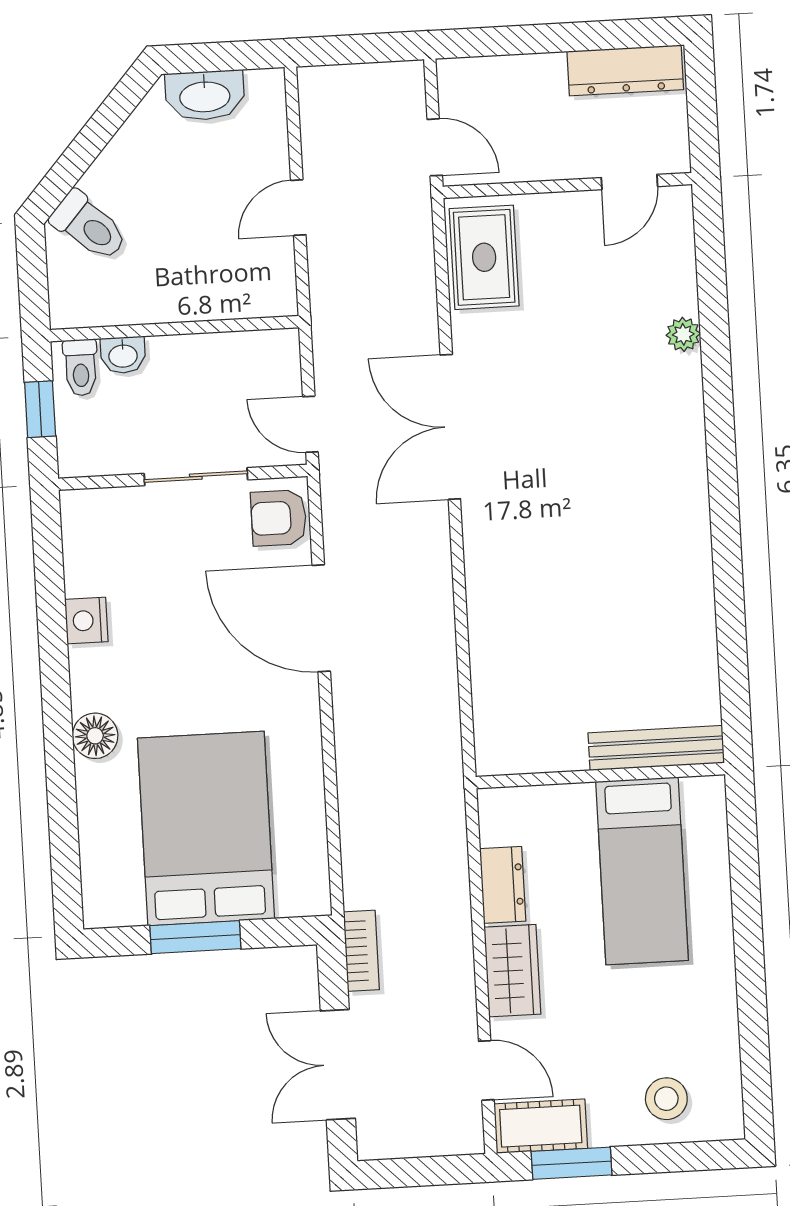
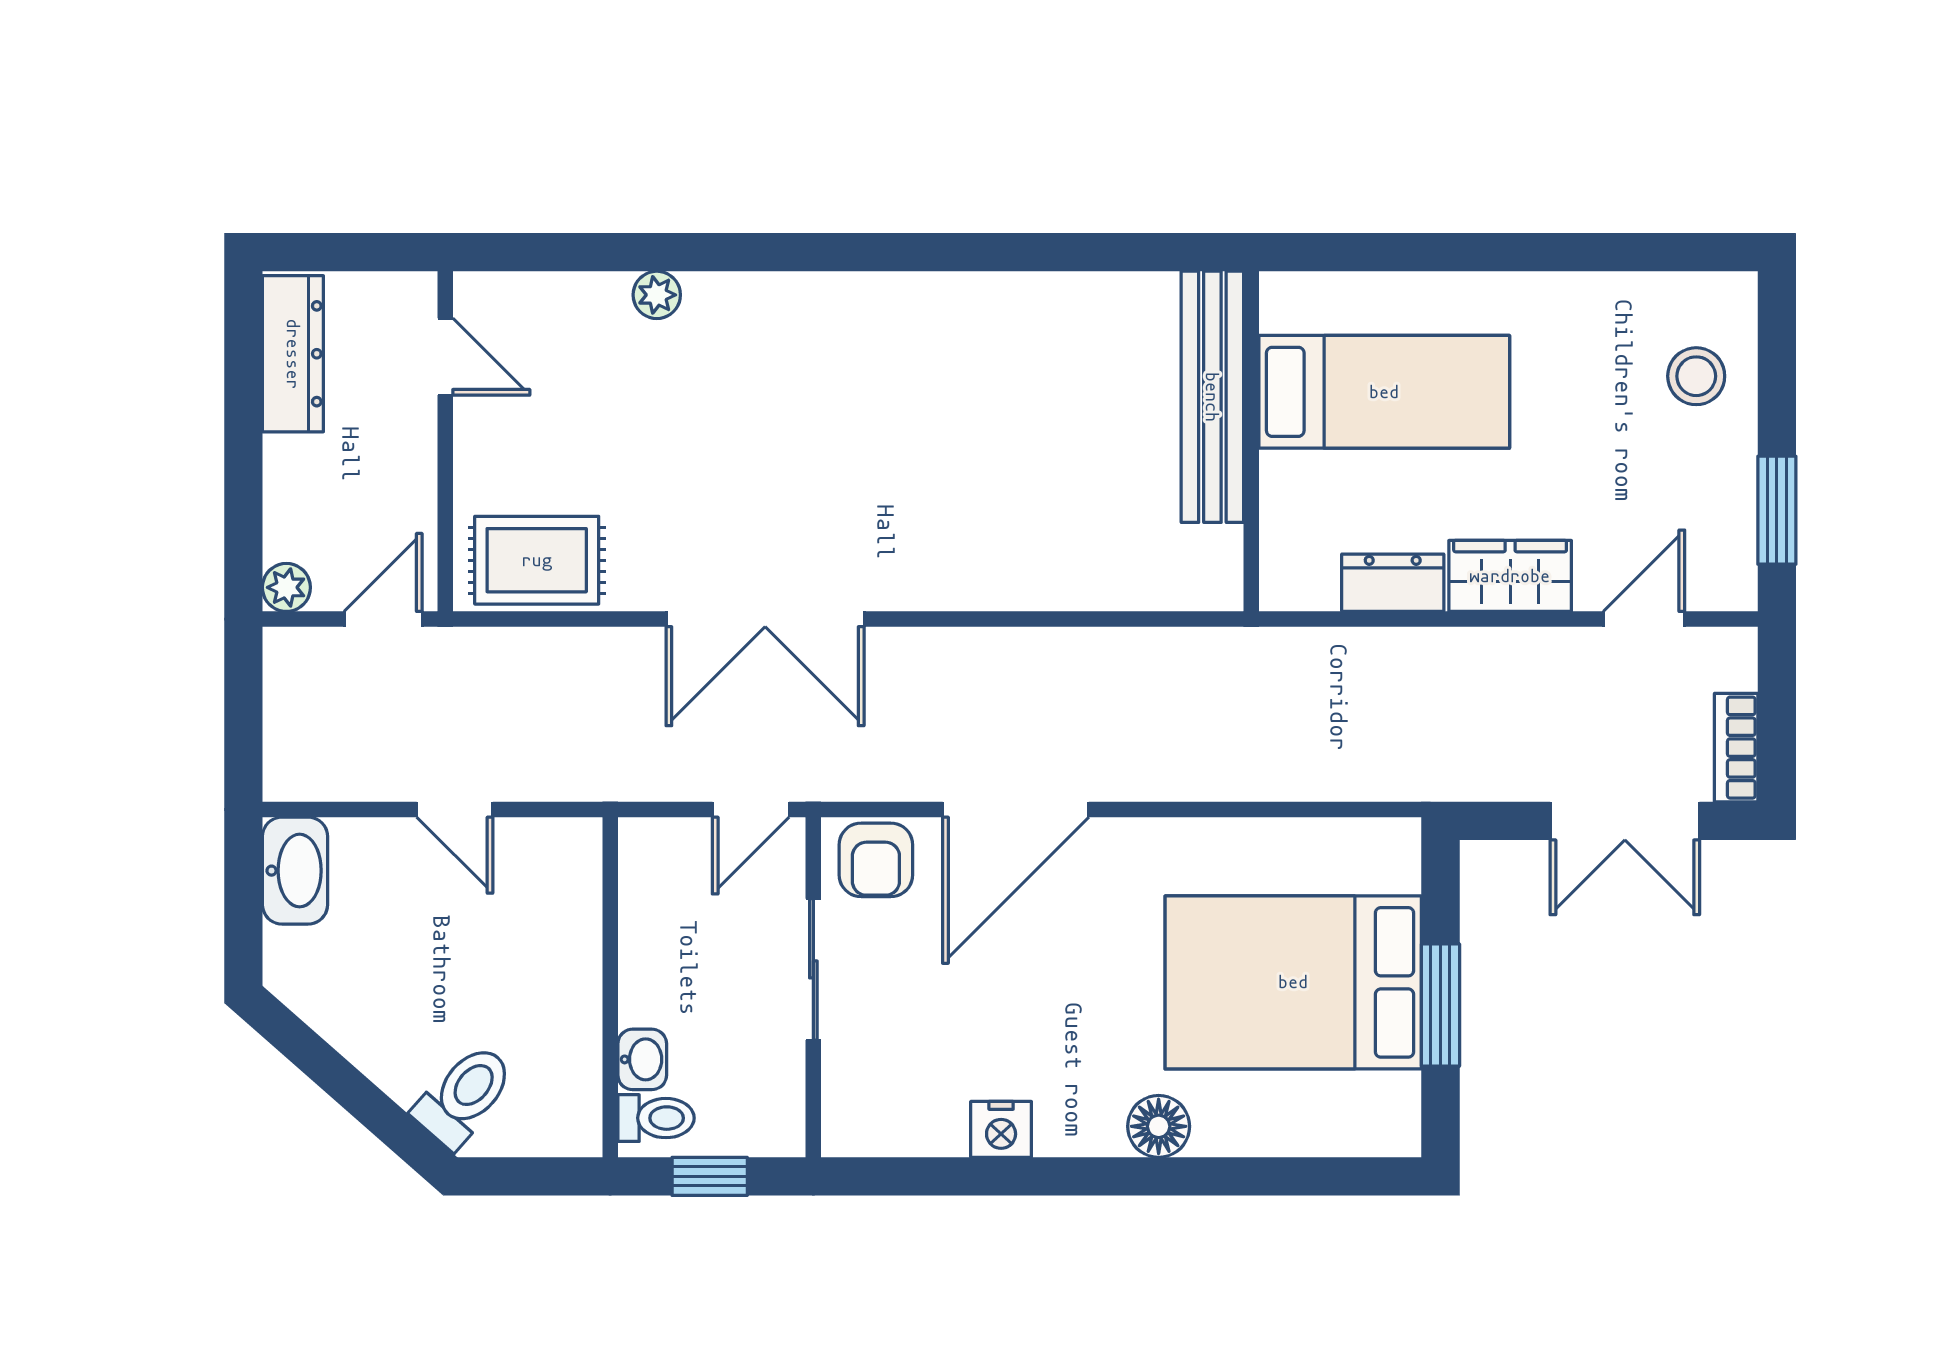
plant: (454, 75) -> (286, 587), added
washbasin: (205, 95) -> (295, 871), moved
bench: (656, 748) -> (1212, 397), width x1.37, depth x1.21
bookcase: (361, 951) -> (1736, 748), moved, turned -90
cot: (541, 1126) -> (1724, 549), removed

